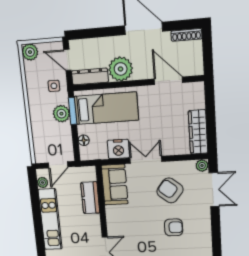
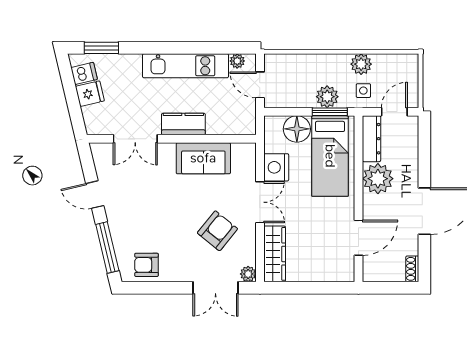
shoe rack: (186, 35) -> (412, 269), width x0.70
plant: (30, 52) -> (361, 64), moved
wardrobe: (198, 132) -> (275, 254), moved, turned 90
floor lamp: (84, 140) -> (297, 129), width x1.89, depth x1.89
sofa: (115, 185) -> (203, 158), moved
kitchen counter: (90, 198) -> (183, 124), moved
armchair: (174, 227) -> (147, 265), moved, turned 90

